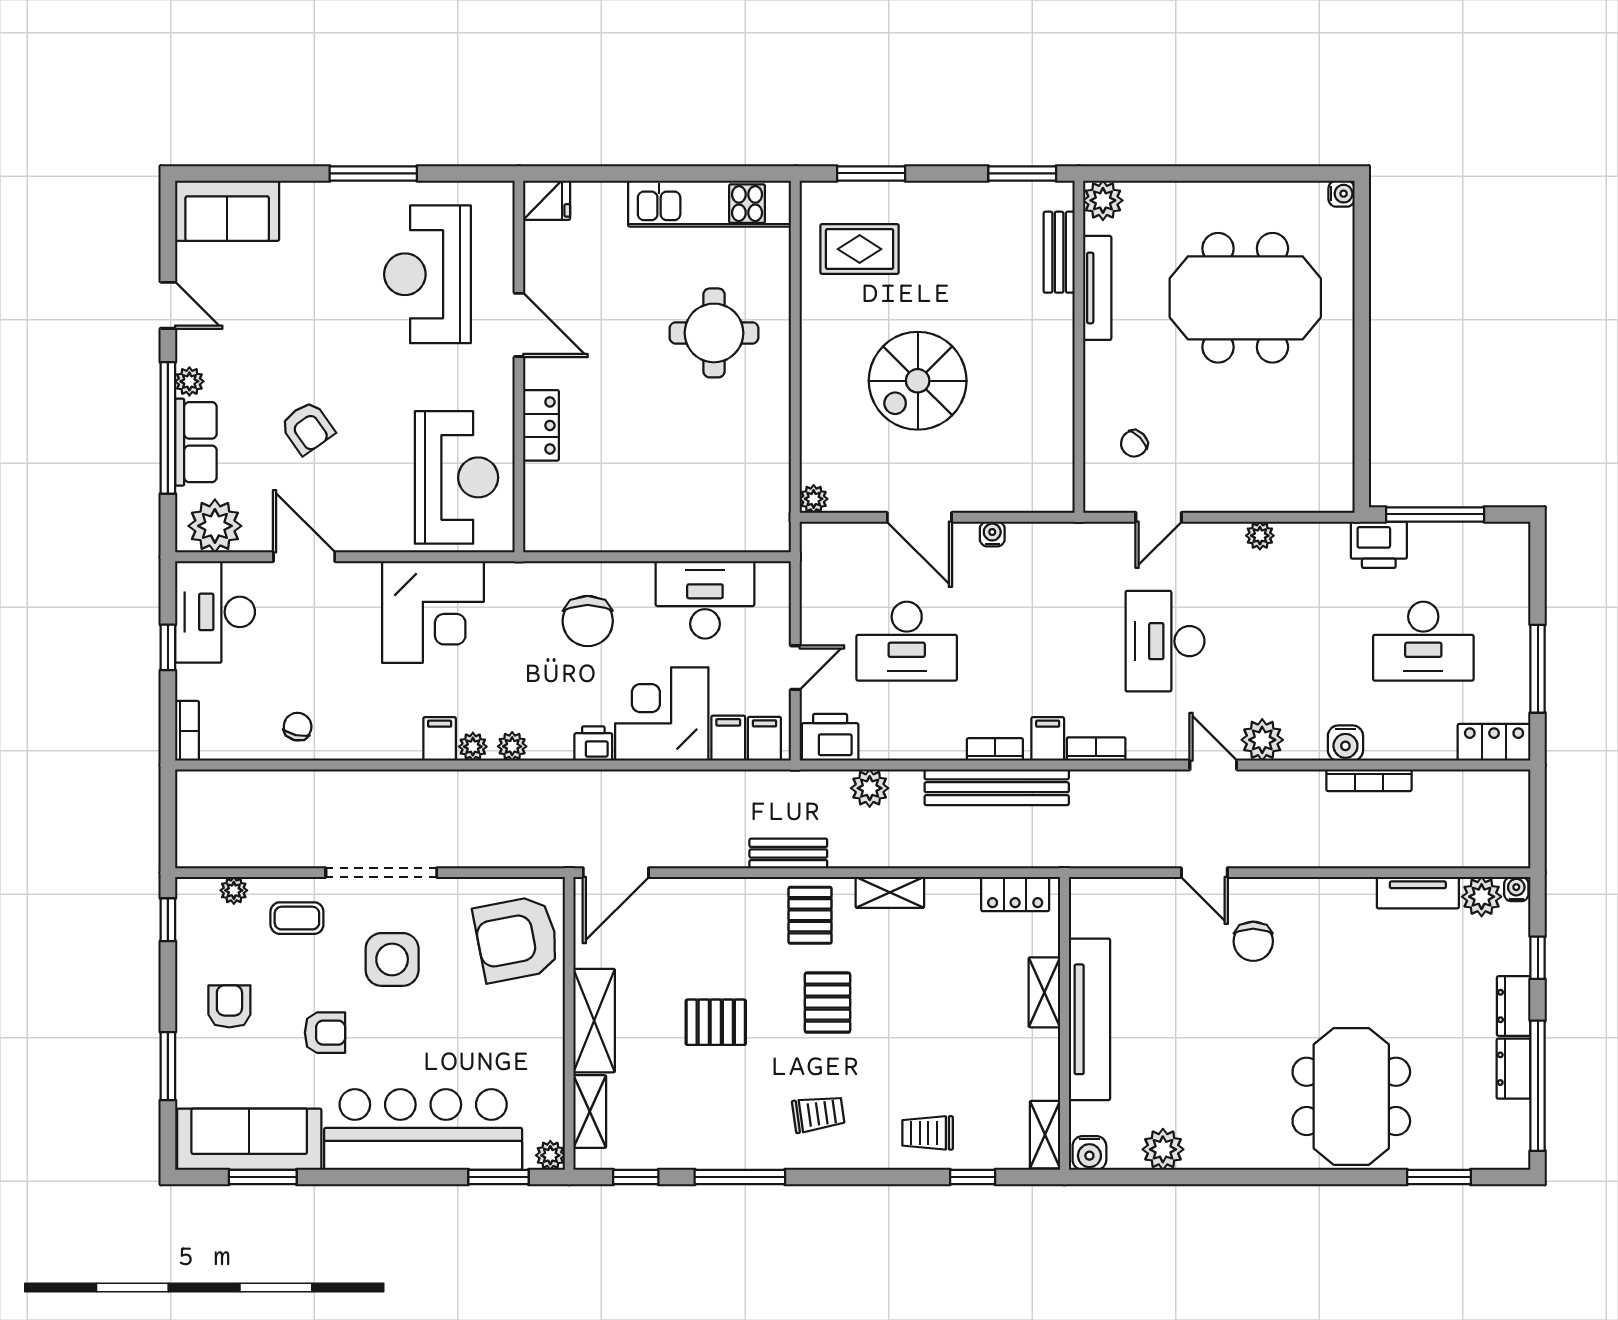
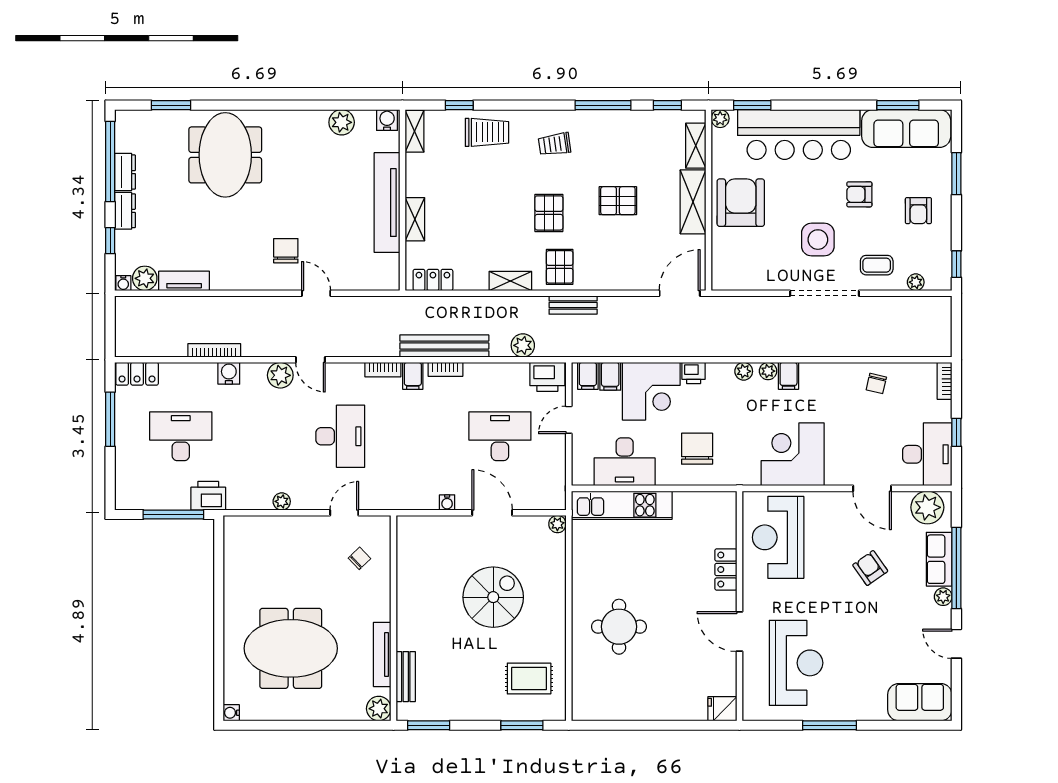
kitchen unit: (710, 204) -> (622, 505), moved, turned 180
armchair: (517, 939) -> (741, 203), moved, turned -79
trolley: (928, 1133) -> (487, 132), width x1.36, depth x1.39

